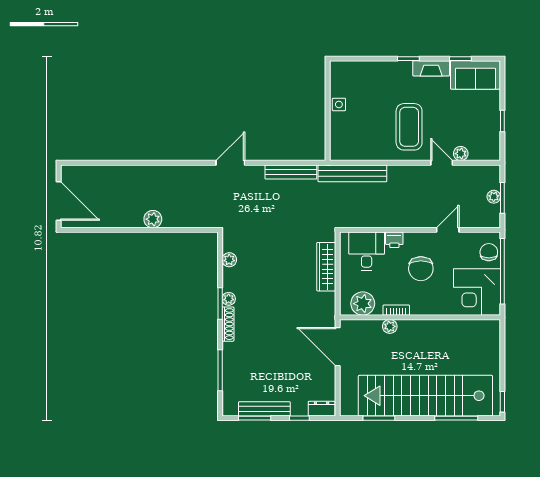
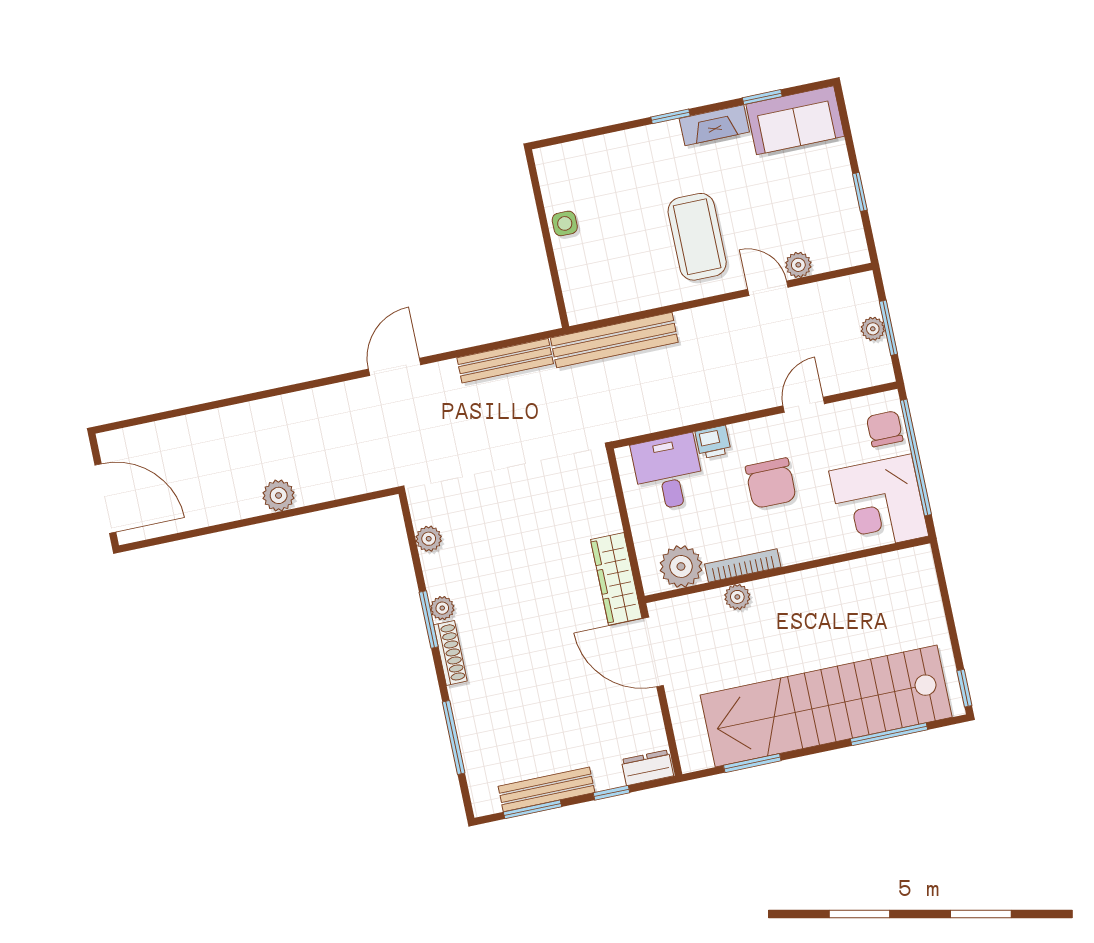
wardrobe: (326, 267) -> (616, 579), moved
bookcase: (396, 310) -> (743, 566), width x1.56

